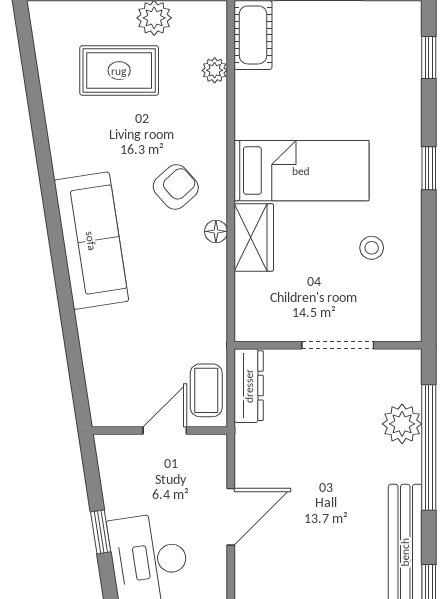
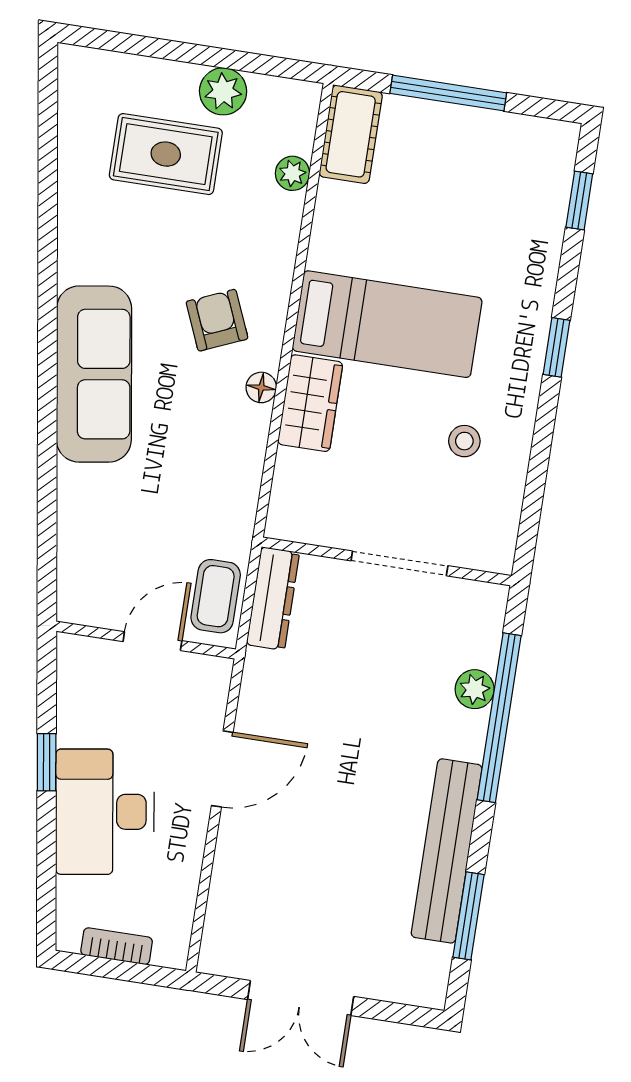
armchair: (176, 187) -> (217, 320), turned -71
plant: (402, 424) -> (475, 689), width x0.73, depth x0.73

